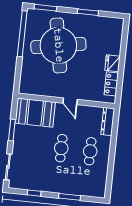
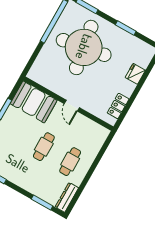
fridge: (112, 63) -> (135, 74), moved
dresser: (108, 122) -> (67, 197), moved
window: (70, 197) -> (42, 203), moved

